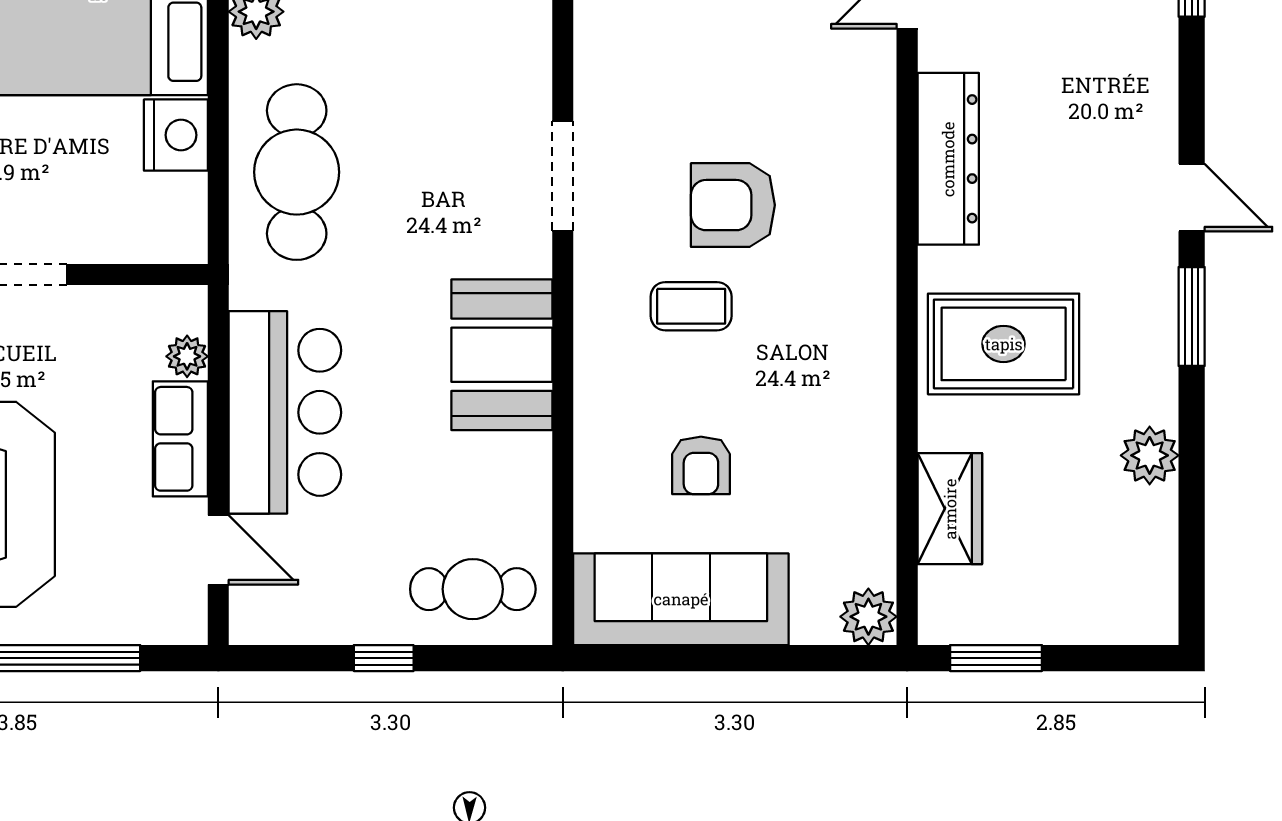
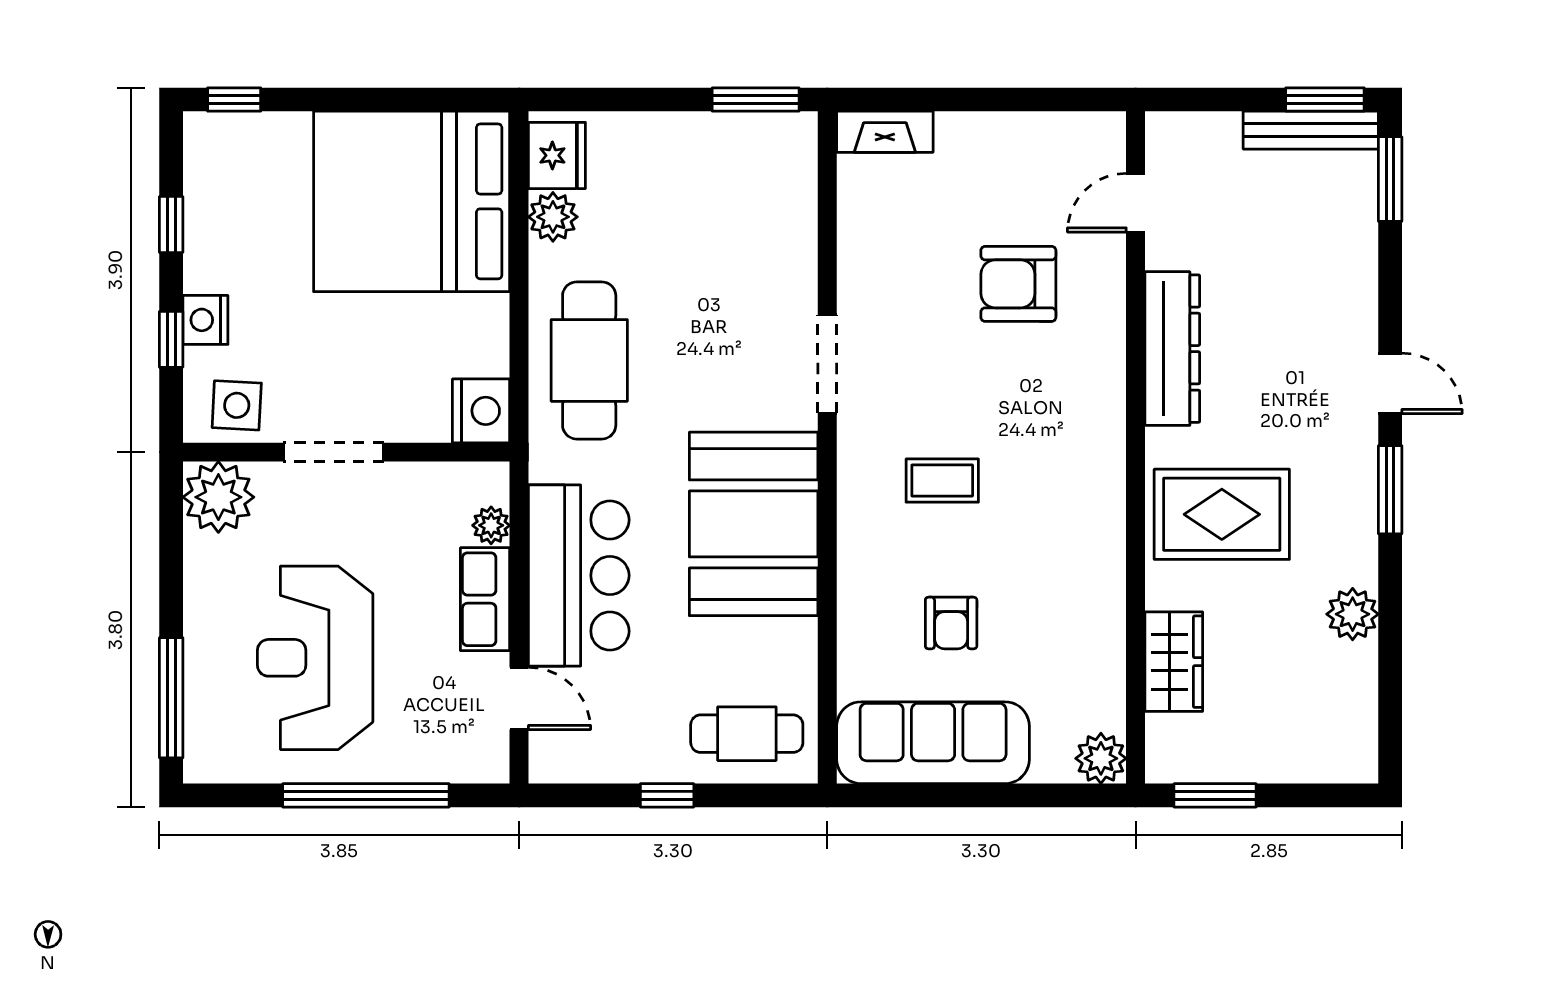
nightstand: (176, 135) -> (481, 411), moved
armchair: (733, 205) -> (1018, 284), moved
booth: (502, 355) -> (754, 524), width x1.36, depth x1.42

